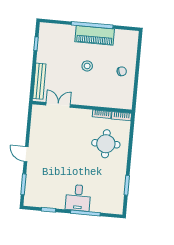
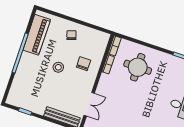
piano: (95, 35) -> (37, 35), moved
chair: (97, 90) -> (84, 64), added
double door: (58, 105) -> (89, 104), swing flipped

